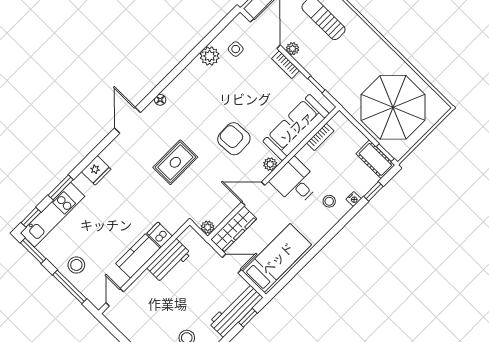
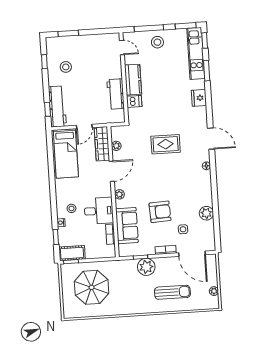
side table: (236, 49) -> (183, 229), moved
plant: (293, 49) -> (146, 267), moved, width x1.88, depth x1.88
parasol: (393, 107) -> (92, 287), width x0.73, depth x0.73
sofa: (296, 127) -> (127, 226), width x0.73
armchair: (234, 139) -> (160, 212), moved
rug: (175, 162) -> (166, 144), turned 90
desk: (295, 182) -> (99, 211), moved
plant: (208, 227) -> (116, 146), moved

